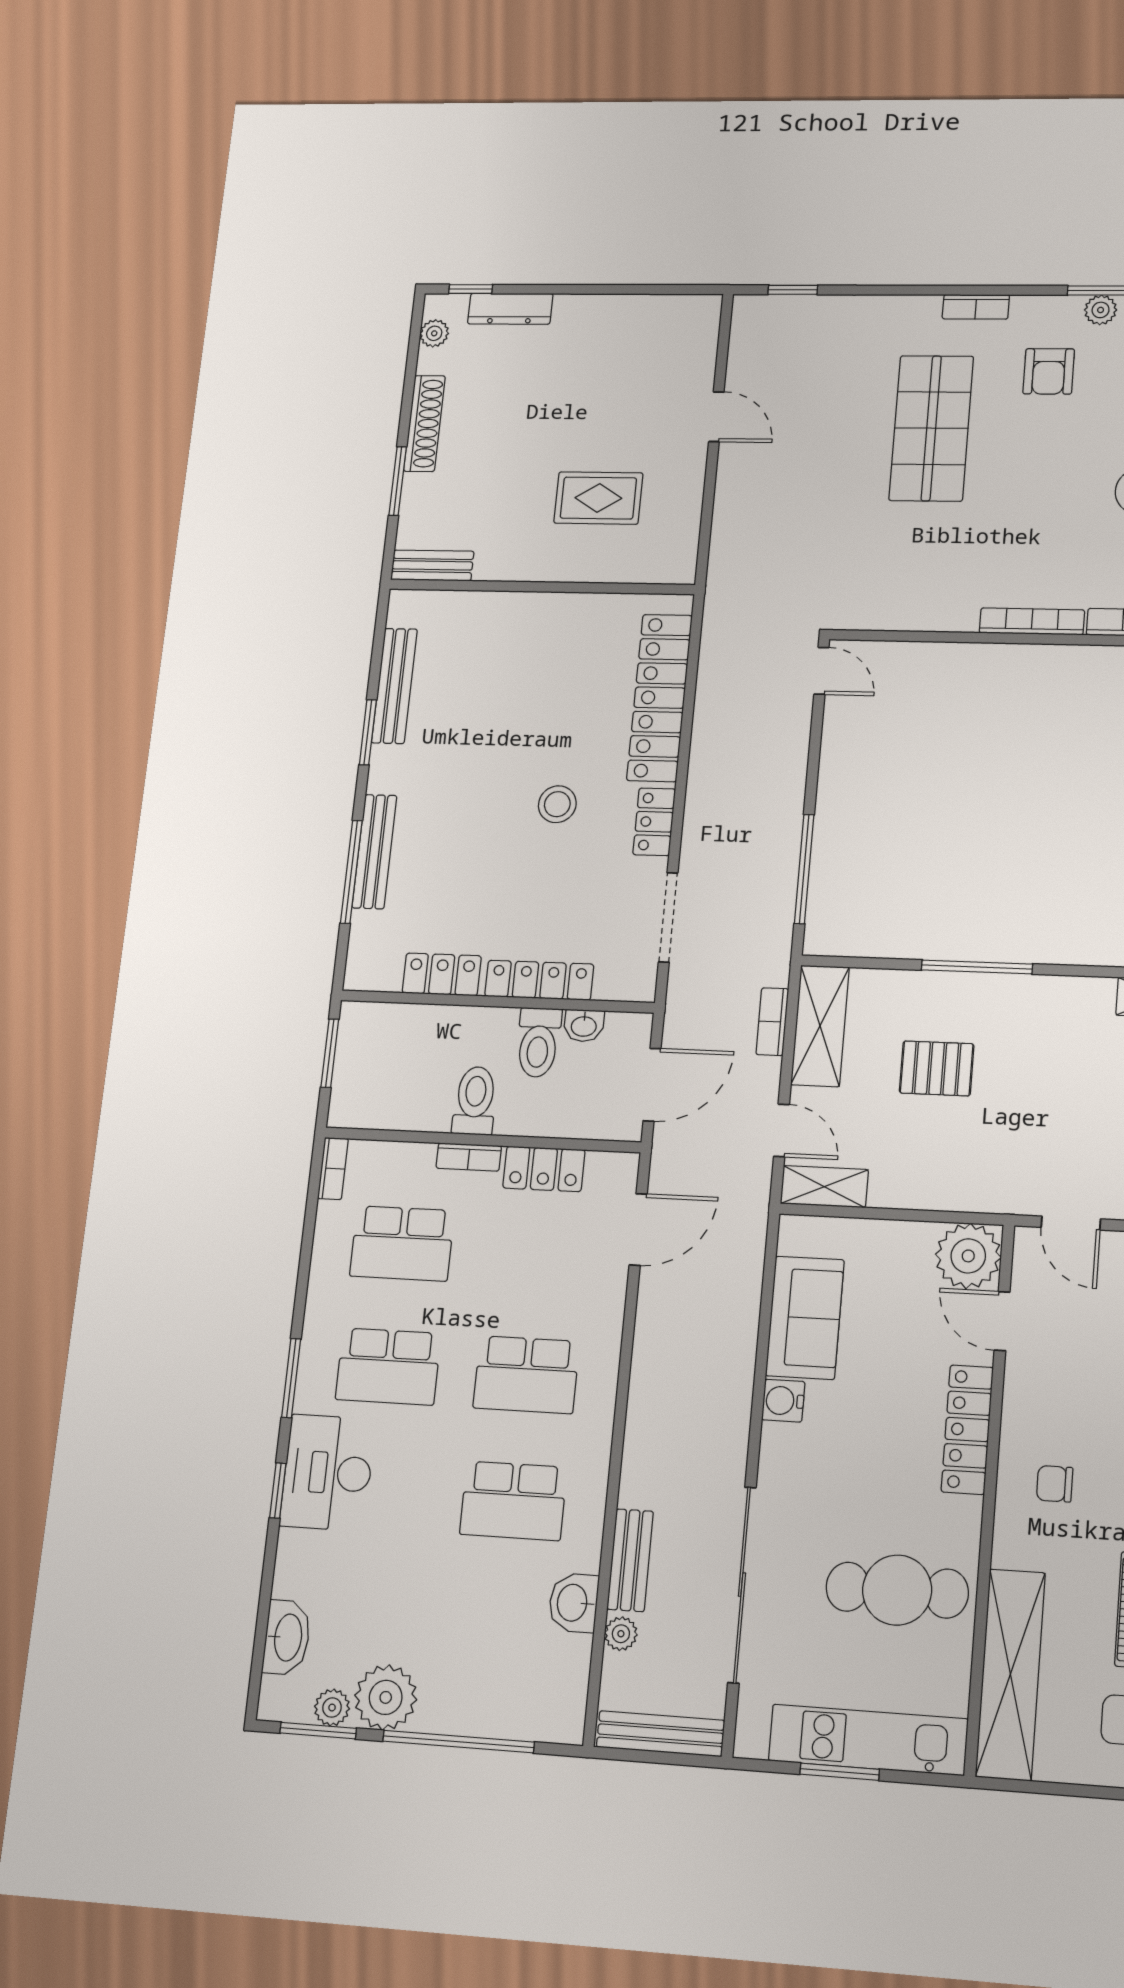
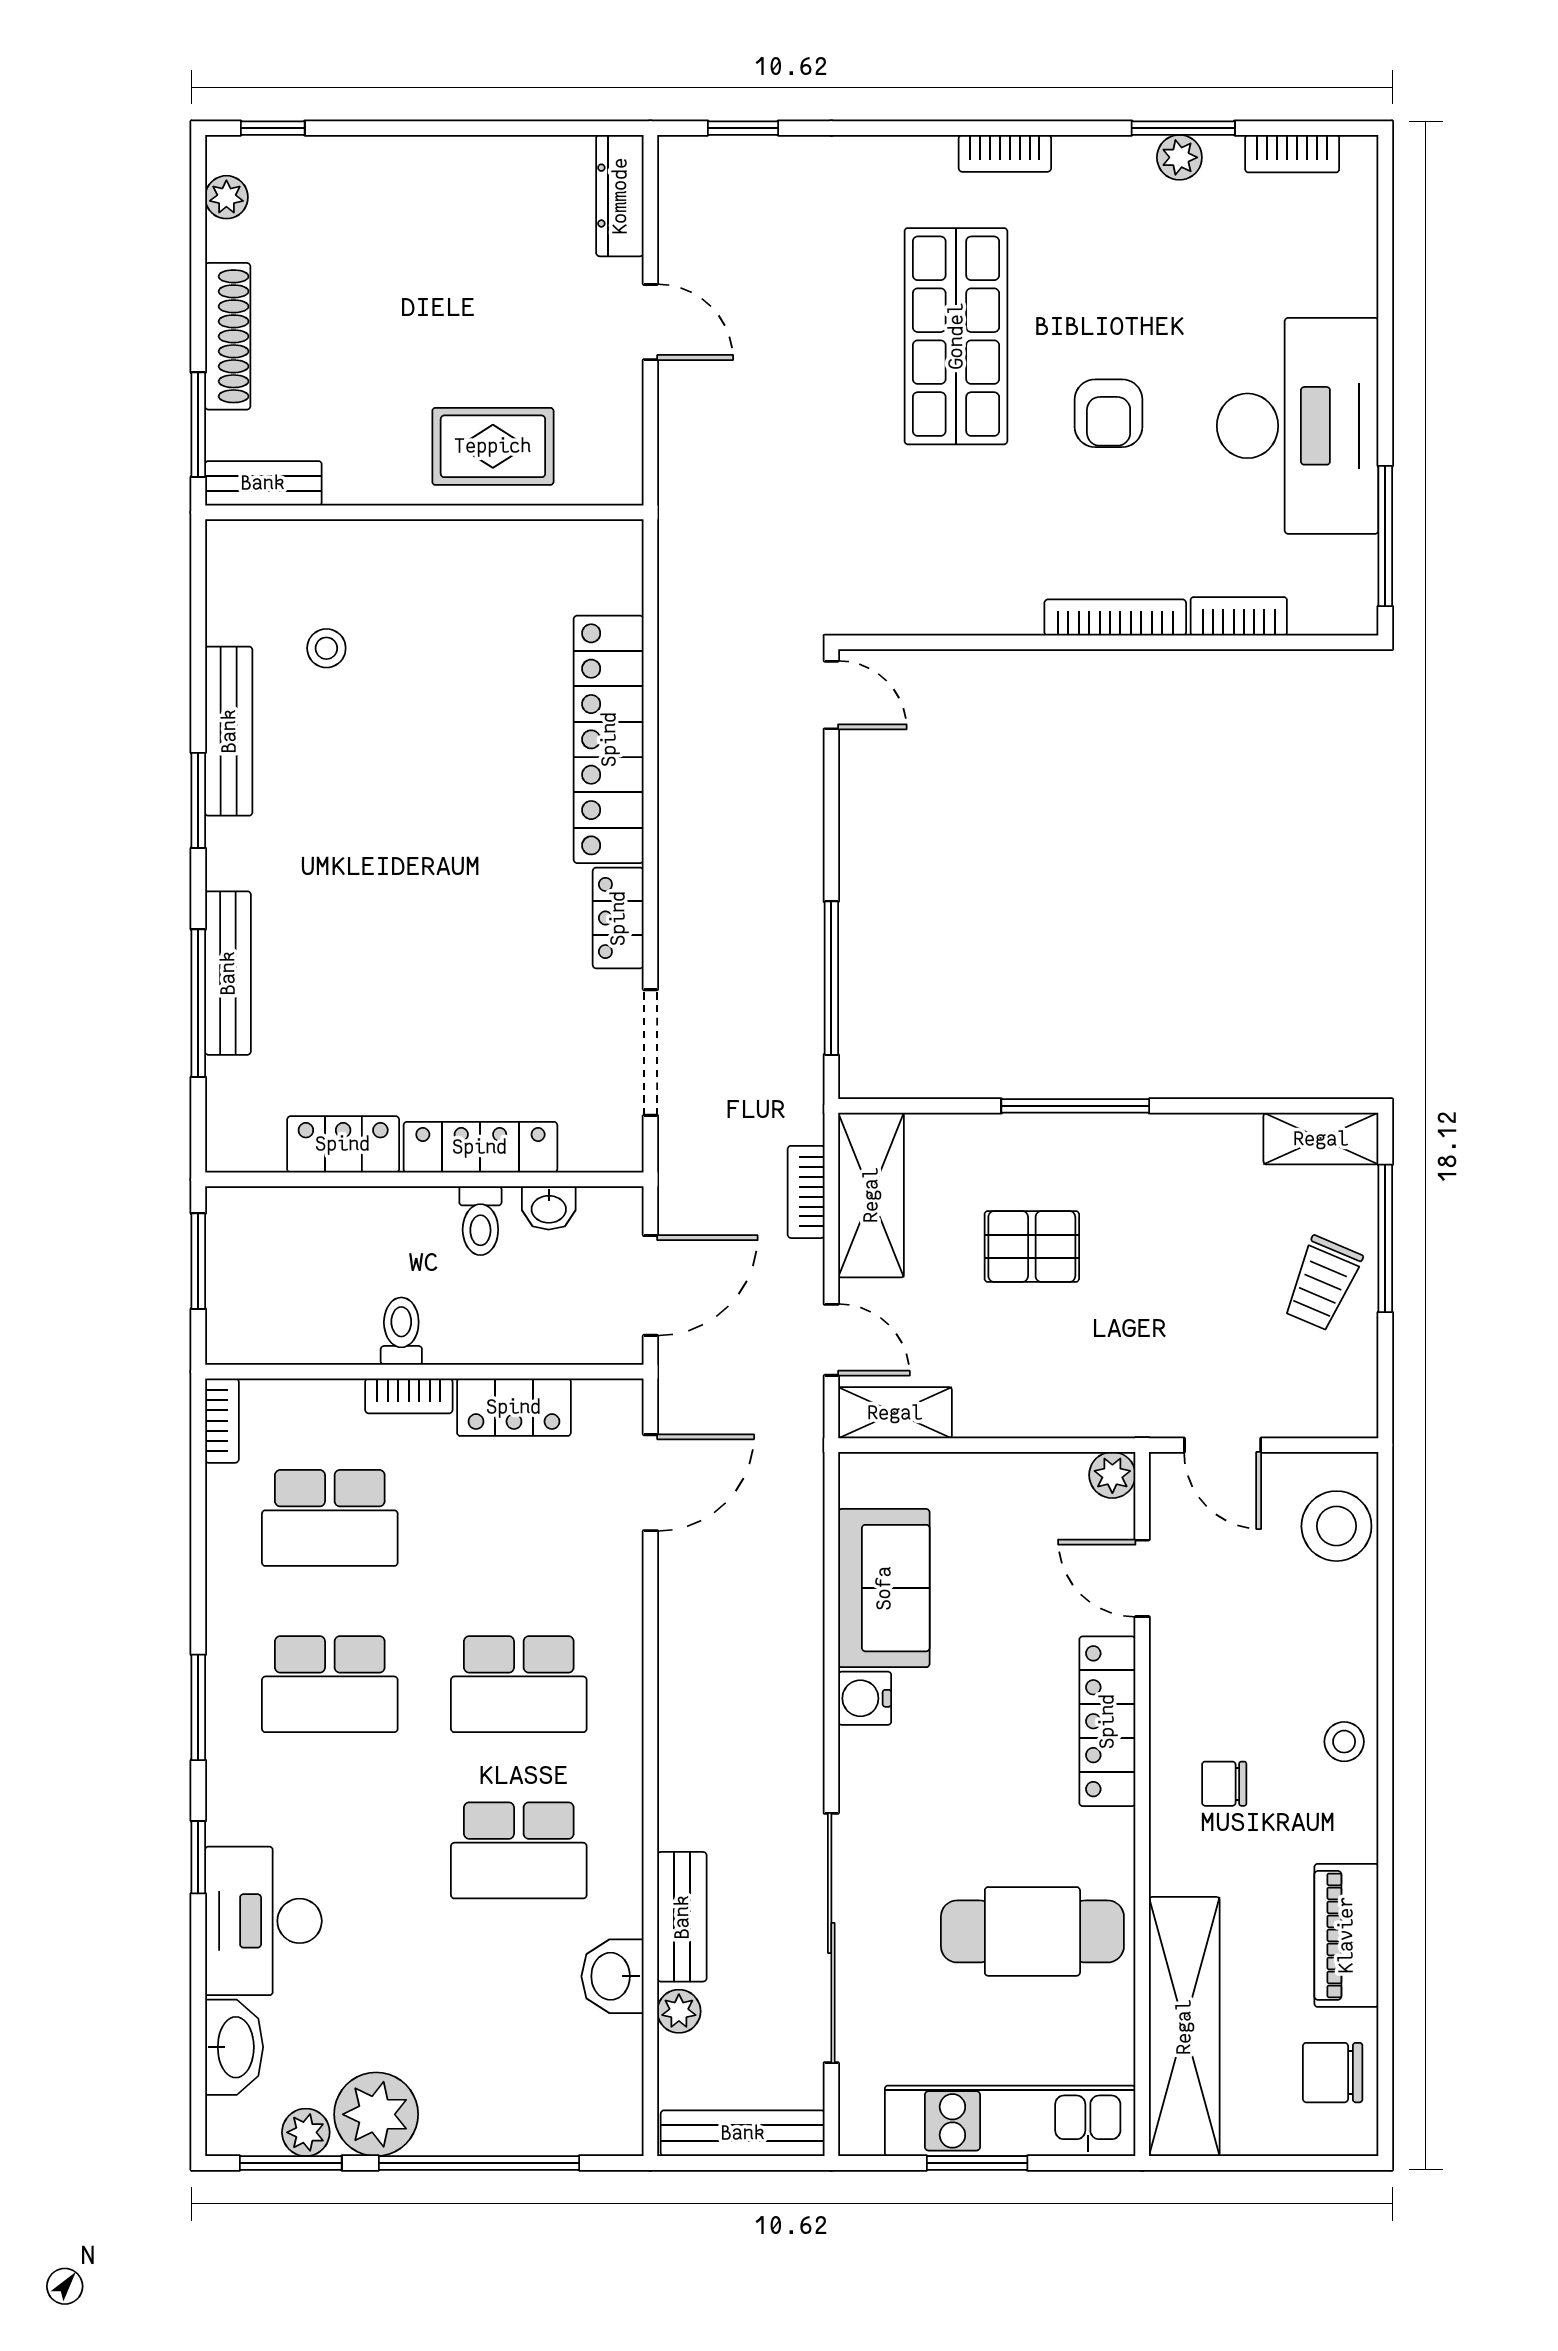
dresser: (510, 309) -> (620, 196), moved, turned 90
armchair: (1049, 371) -> (1109, 413), moved
bench: (432, 565) -> (263, 483), moved
wall: (541, 587) -> (424, 512), moved
stool: (557, 804) -> (326, 648), moved, width x0.73, depth x0.73
toilet: (538, 1042) -> (480, 1221), width x0.73, depth x0.72
toilet: (475, 1101) -> (401, 1331), width x0.73, depth x0.72
plant: (968, 1256) -> (1112, 1475), width x0.53, depth x0.53
desk: (328, 1473) -> (263, 1921), moved

